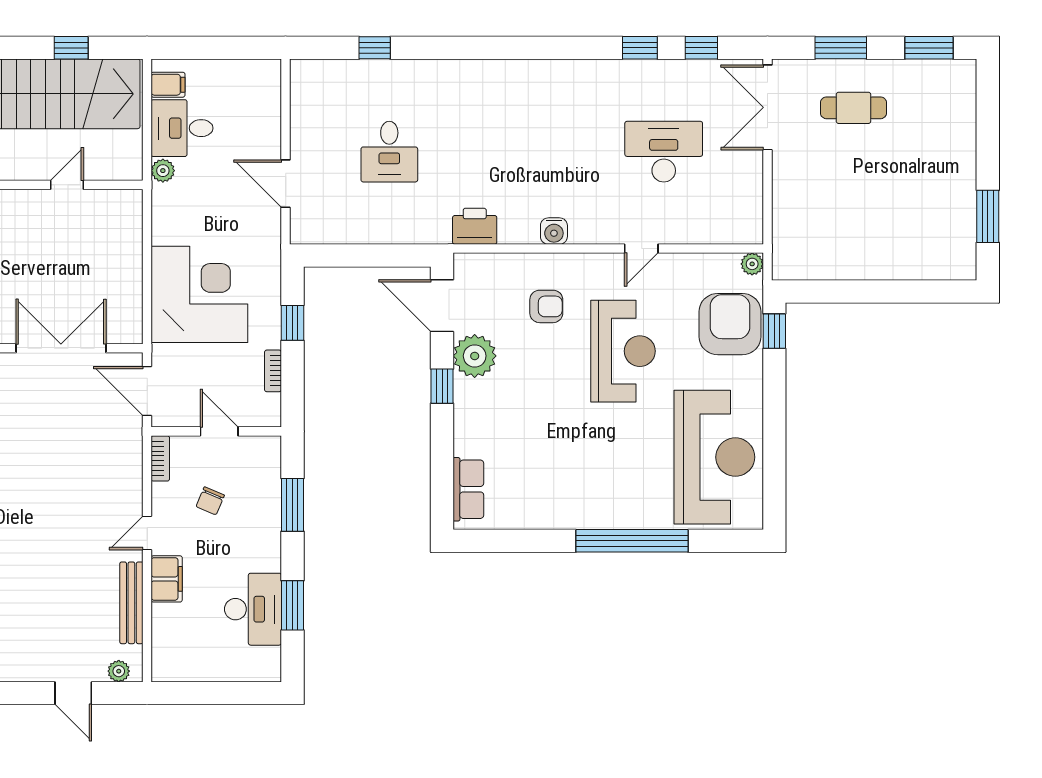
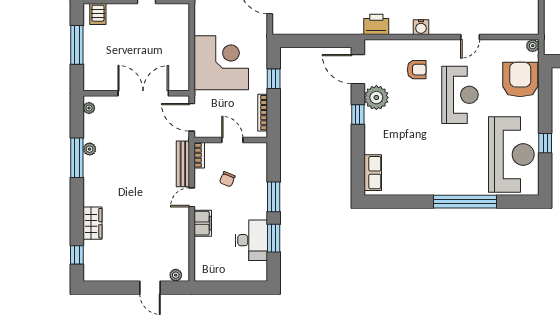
window: (774, 331) -> (545, 143), moved
bookcase: (273, 371) -> (263, 113), width x1.56
window: (292, 505) -> (274, 197), moved
bench: (131, 603) -> (183, 164), moved

